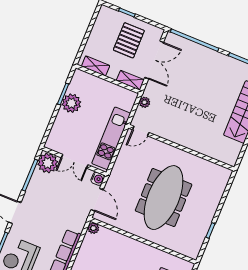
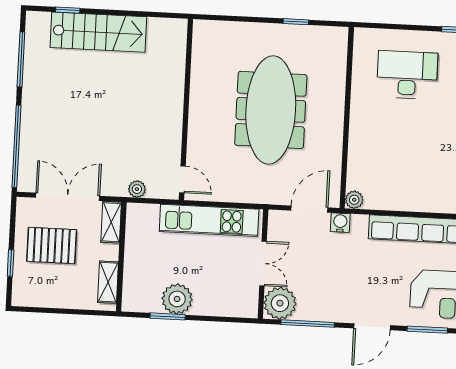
water cooler: (98, 179) -> (340, 223), moved
meeting table: (164, 198) -> (271, 110), turned 90

